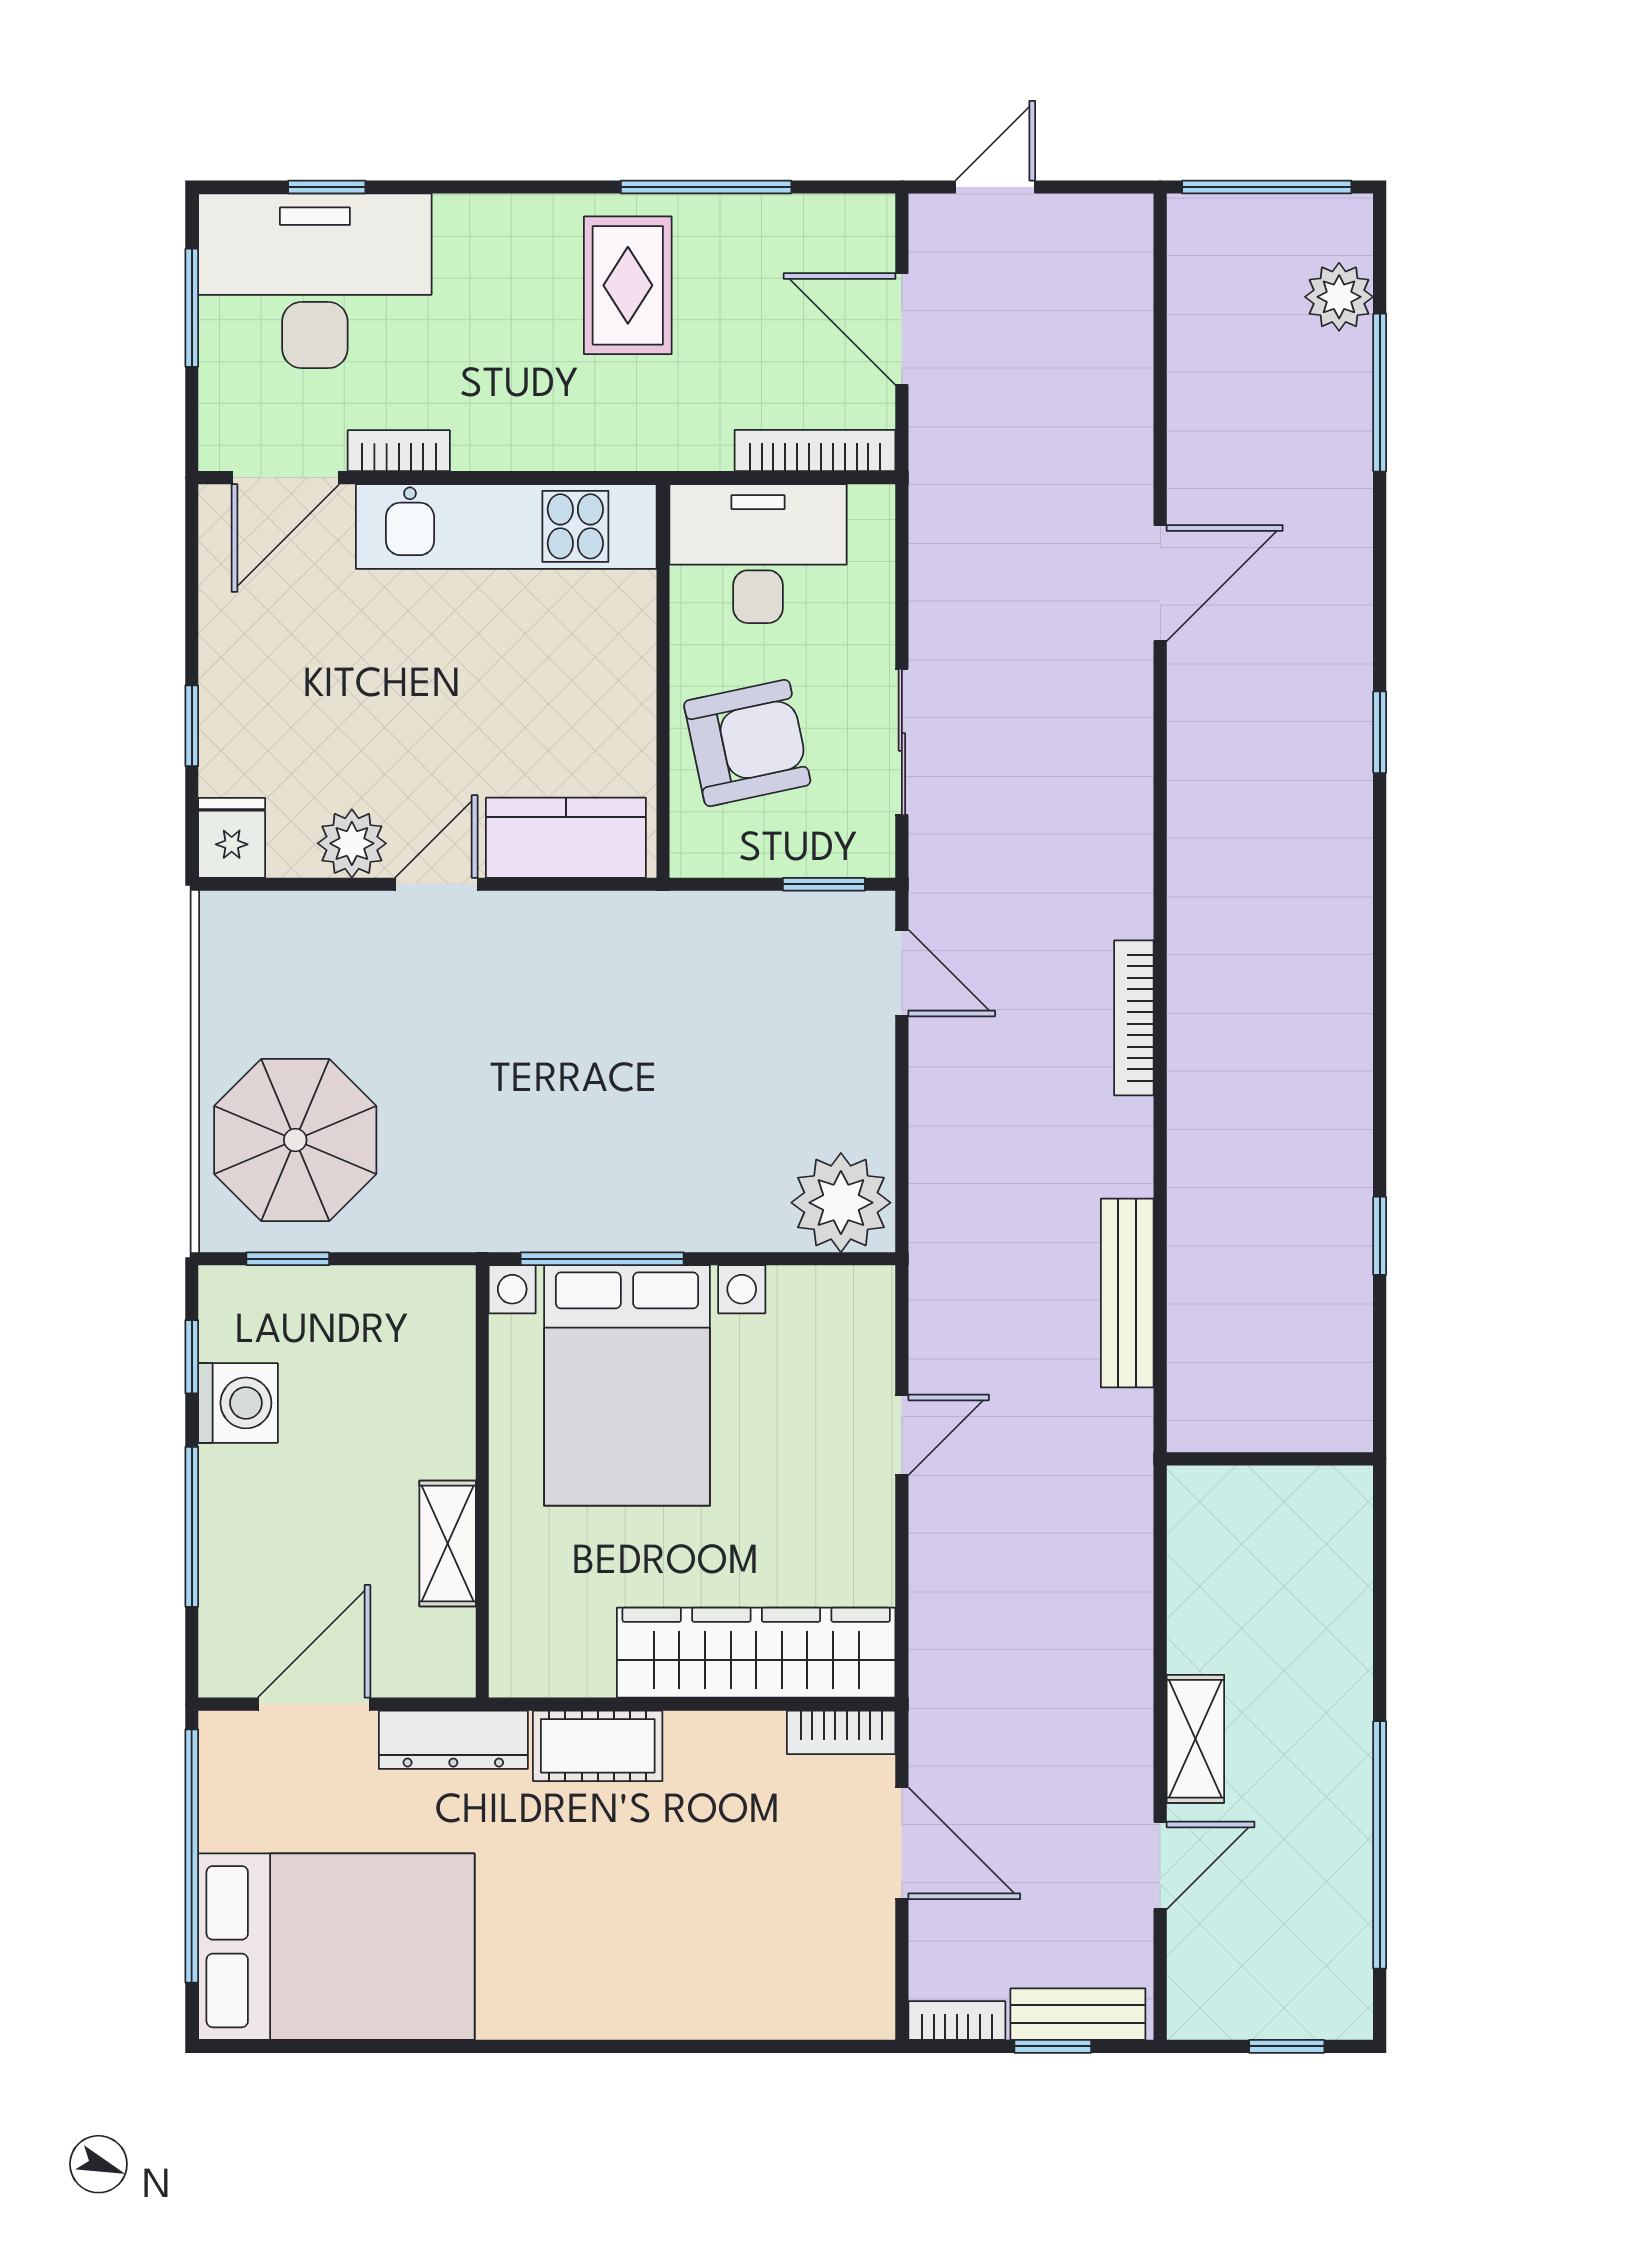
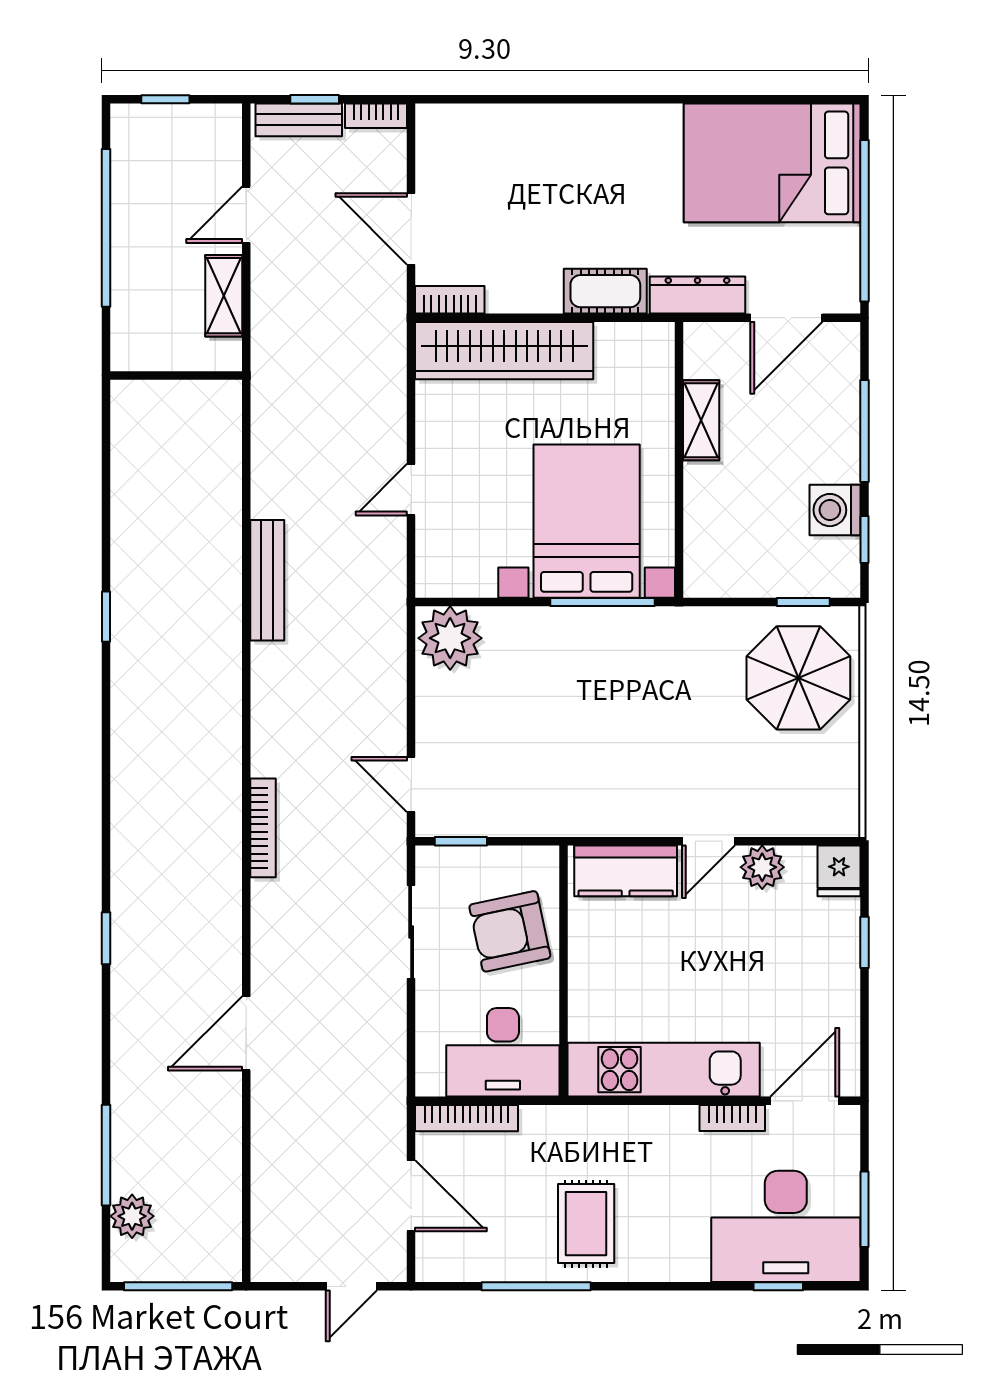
bookcase: (1134, 1018) -> (263, 828), moved
wall: (1270, 1459) -> (176, 375), moved

